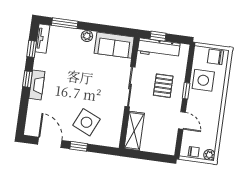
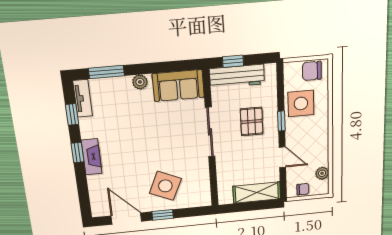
shelving: (134, 131) -> (257, 192), moved, turned 90
plant: (209, 155) -> (322, 173), moved

